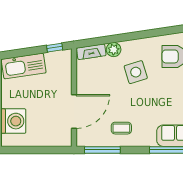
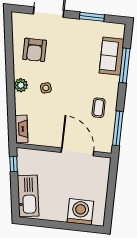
plant: (114, 50) -> (21, 85), moved
side table: (136, 72) -> (46, 88), width x0.54, depth x0.54

